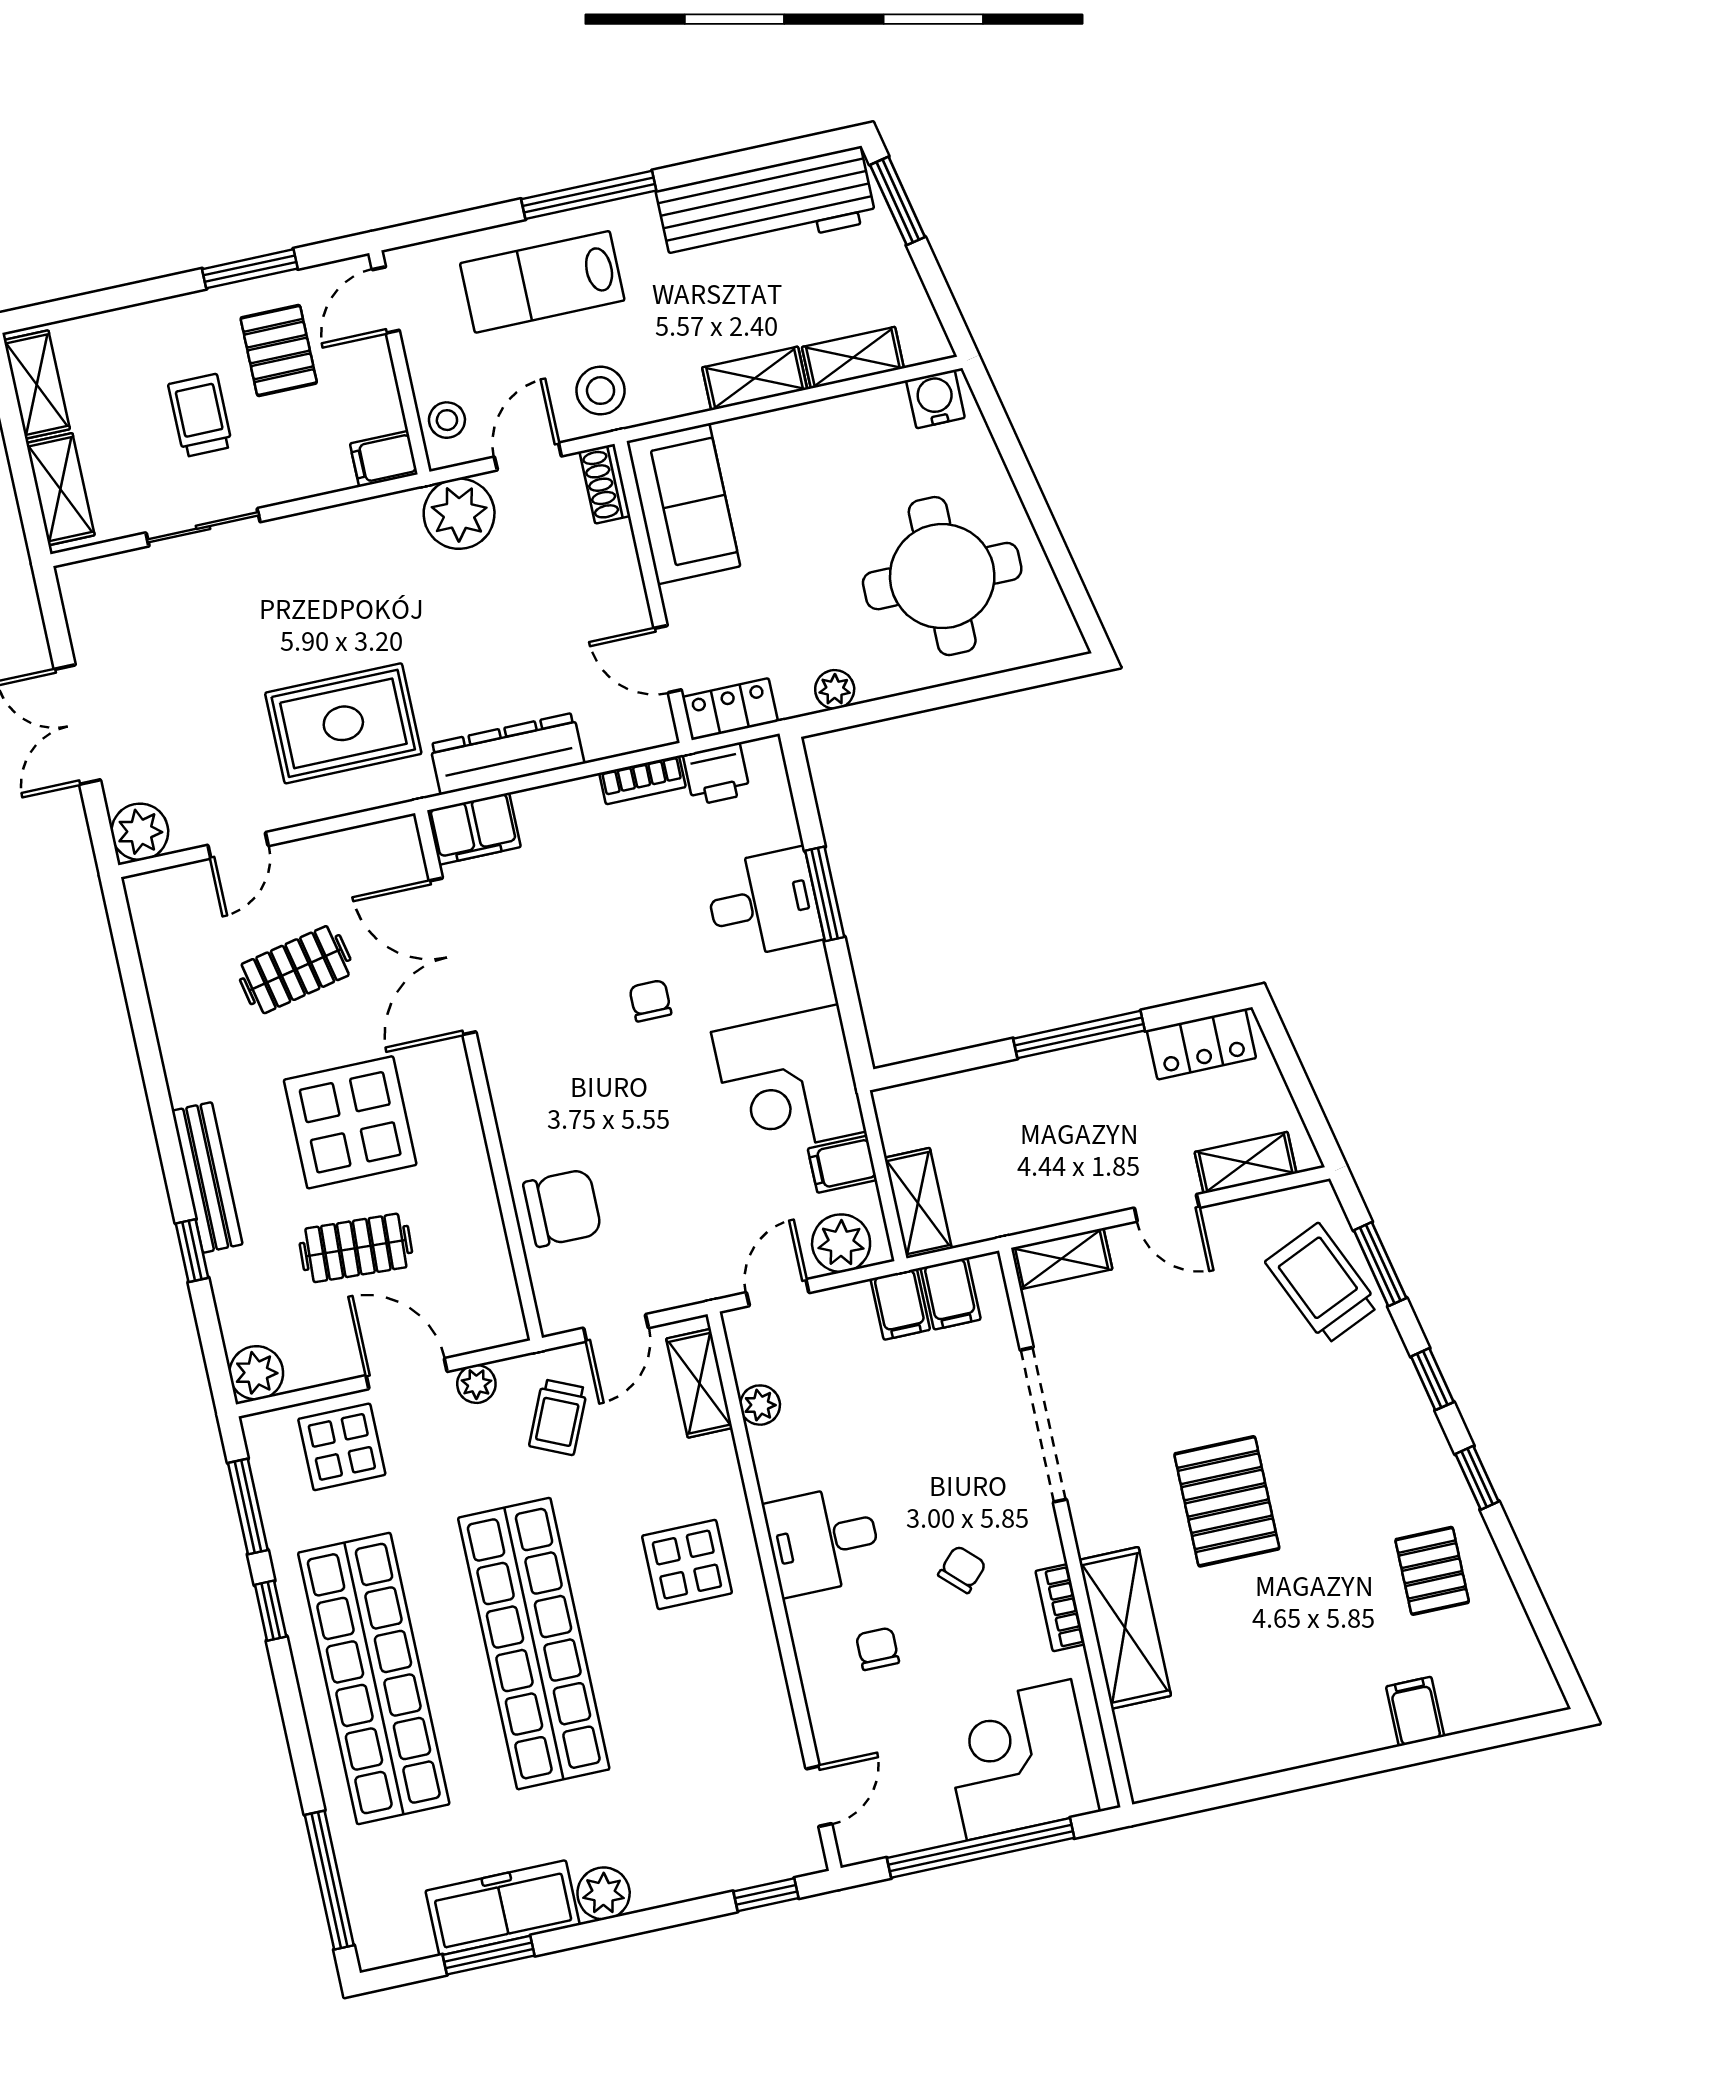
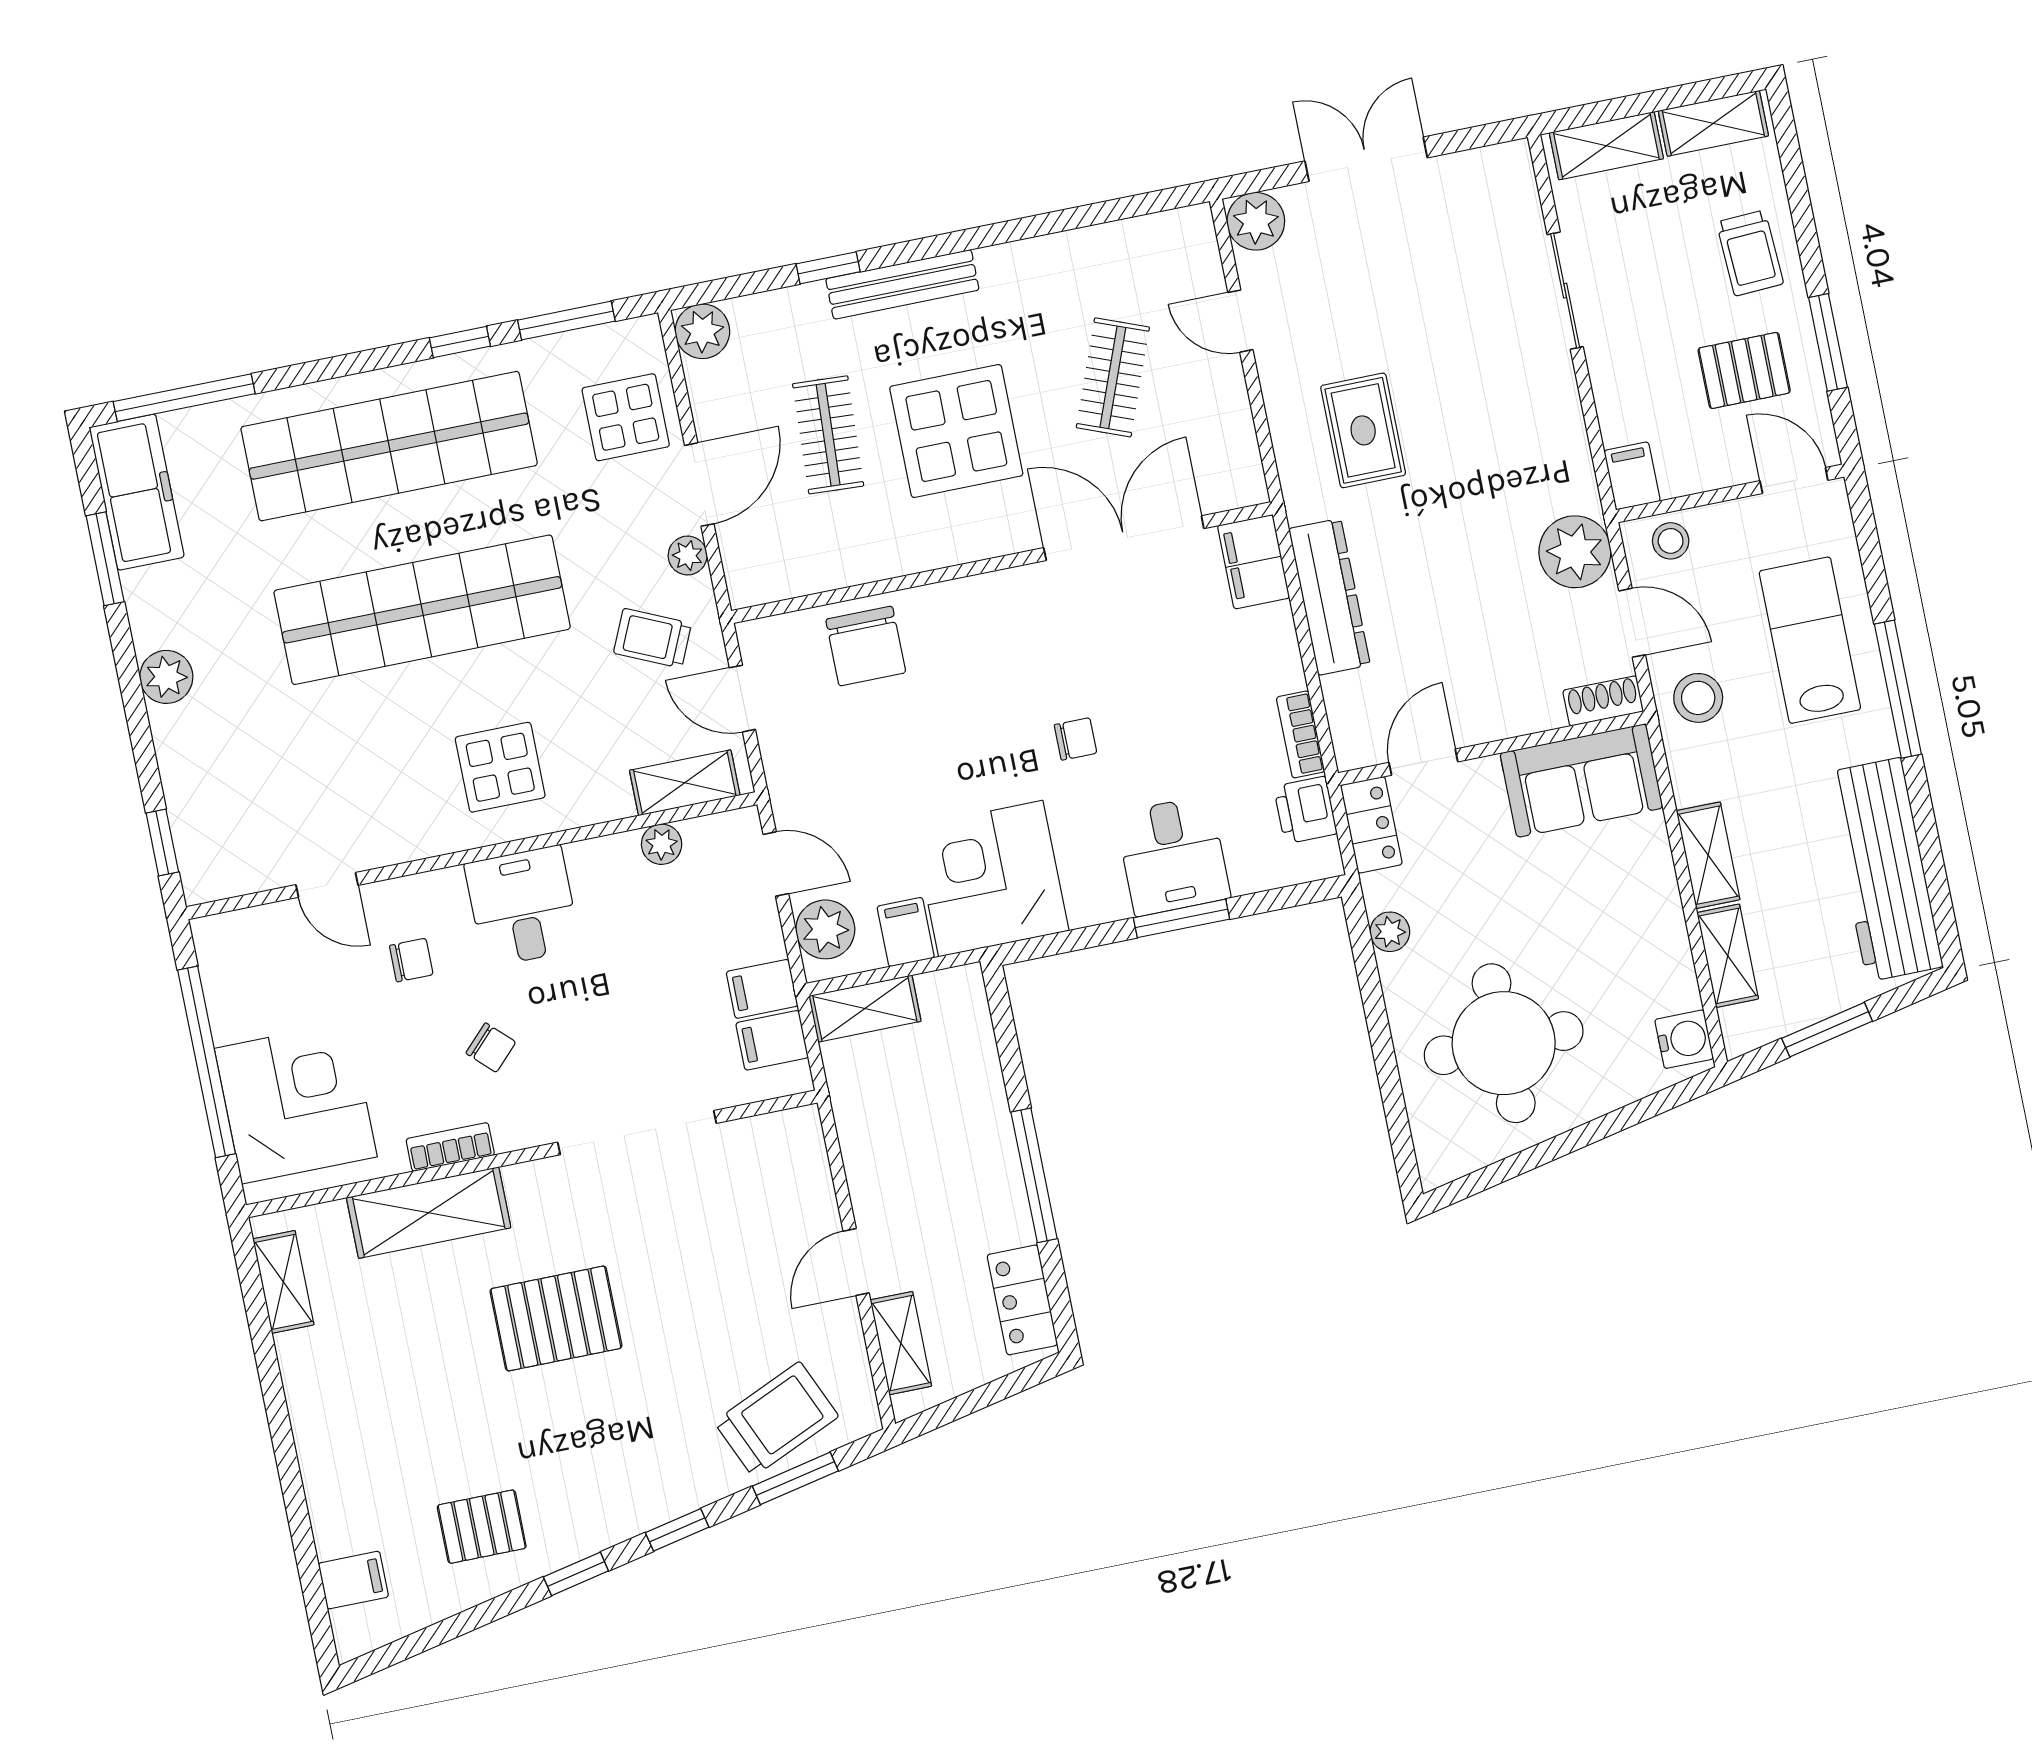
window: (898, 201) -> (1827, 1030), moved
trolley: (200, 415) -> (1750, 253), moved, turned 87
rug: (343, 723) -> (1363, 430), width x0.73, depth x0.70
clothes rail: (295, 970) -> (1113, 377), turned 33
shelving: (1062, 1259) -> (283, 1282), moved
filing cabinet: (1415, 1711) -> (353, 1580), moved
door: (819, 1796) -> (327, 885), moved
freezer: (503, 1908) -> (137, 492), moved

